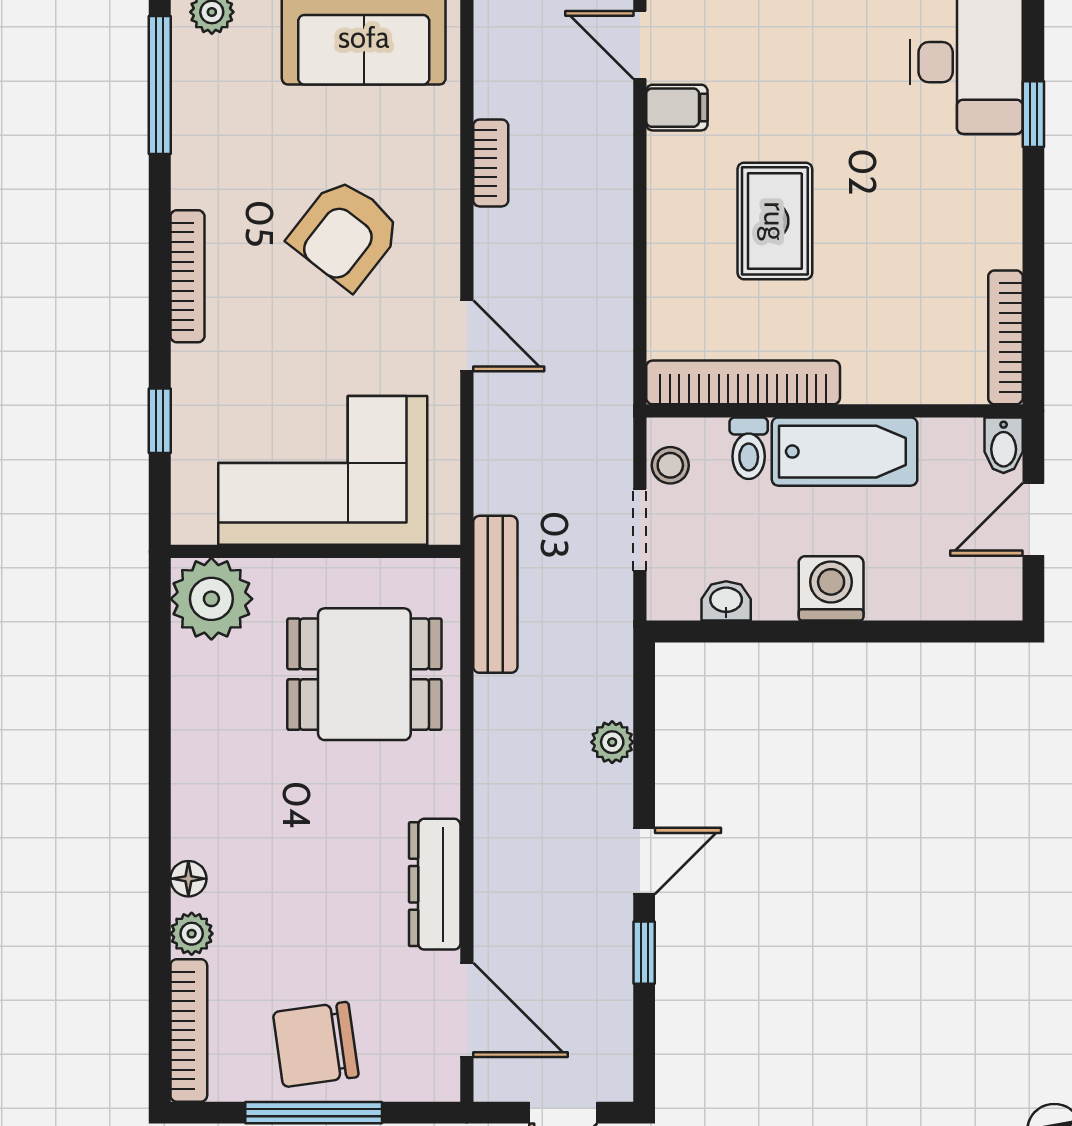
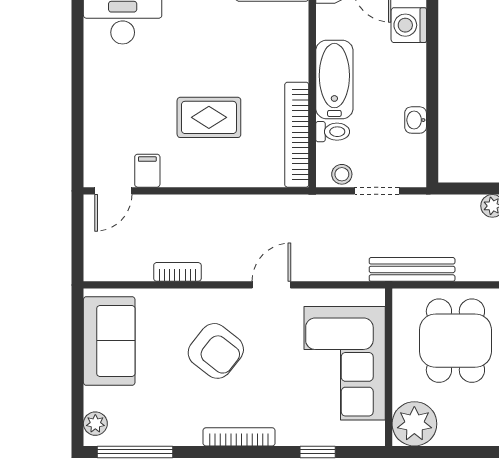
washing machine: (831, 588) -> (409, 25), moved
washbasin: (726, 601) -> (416, 120), moved

